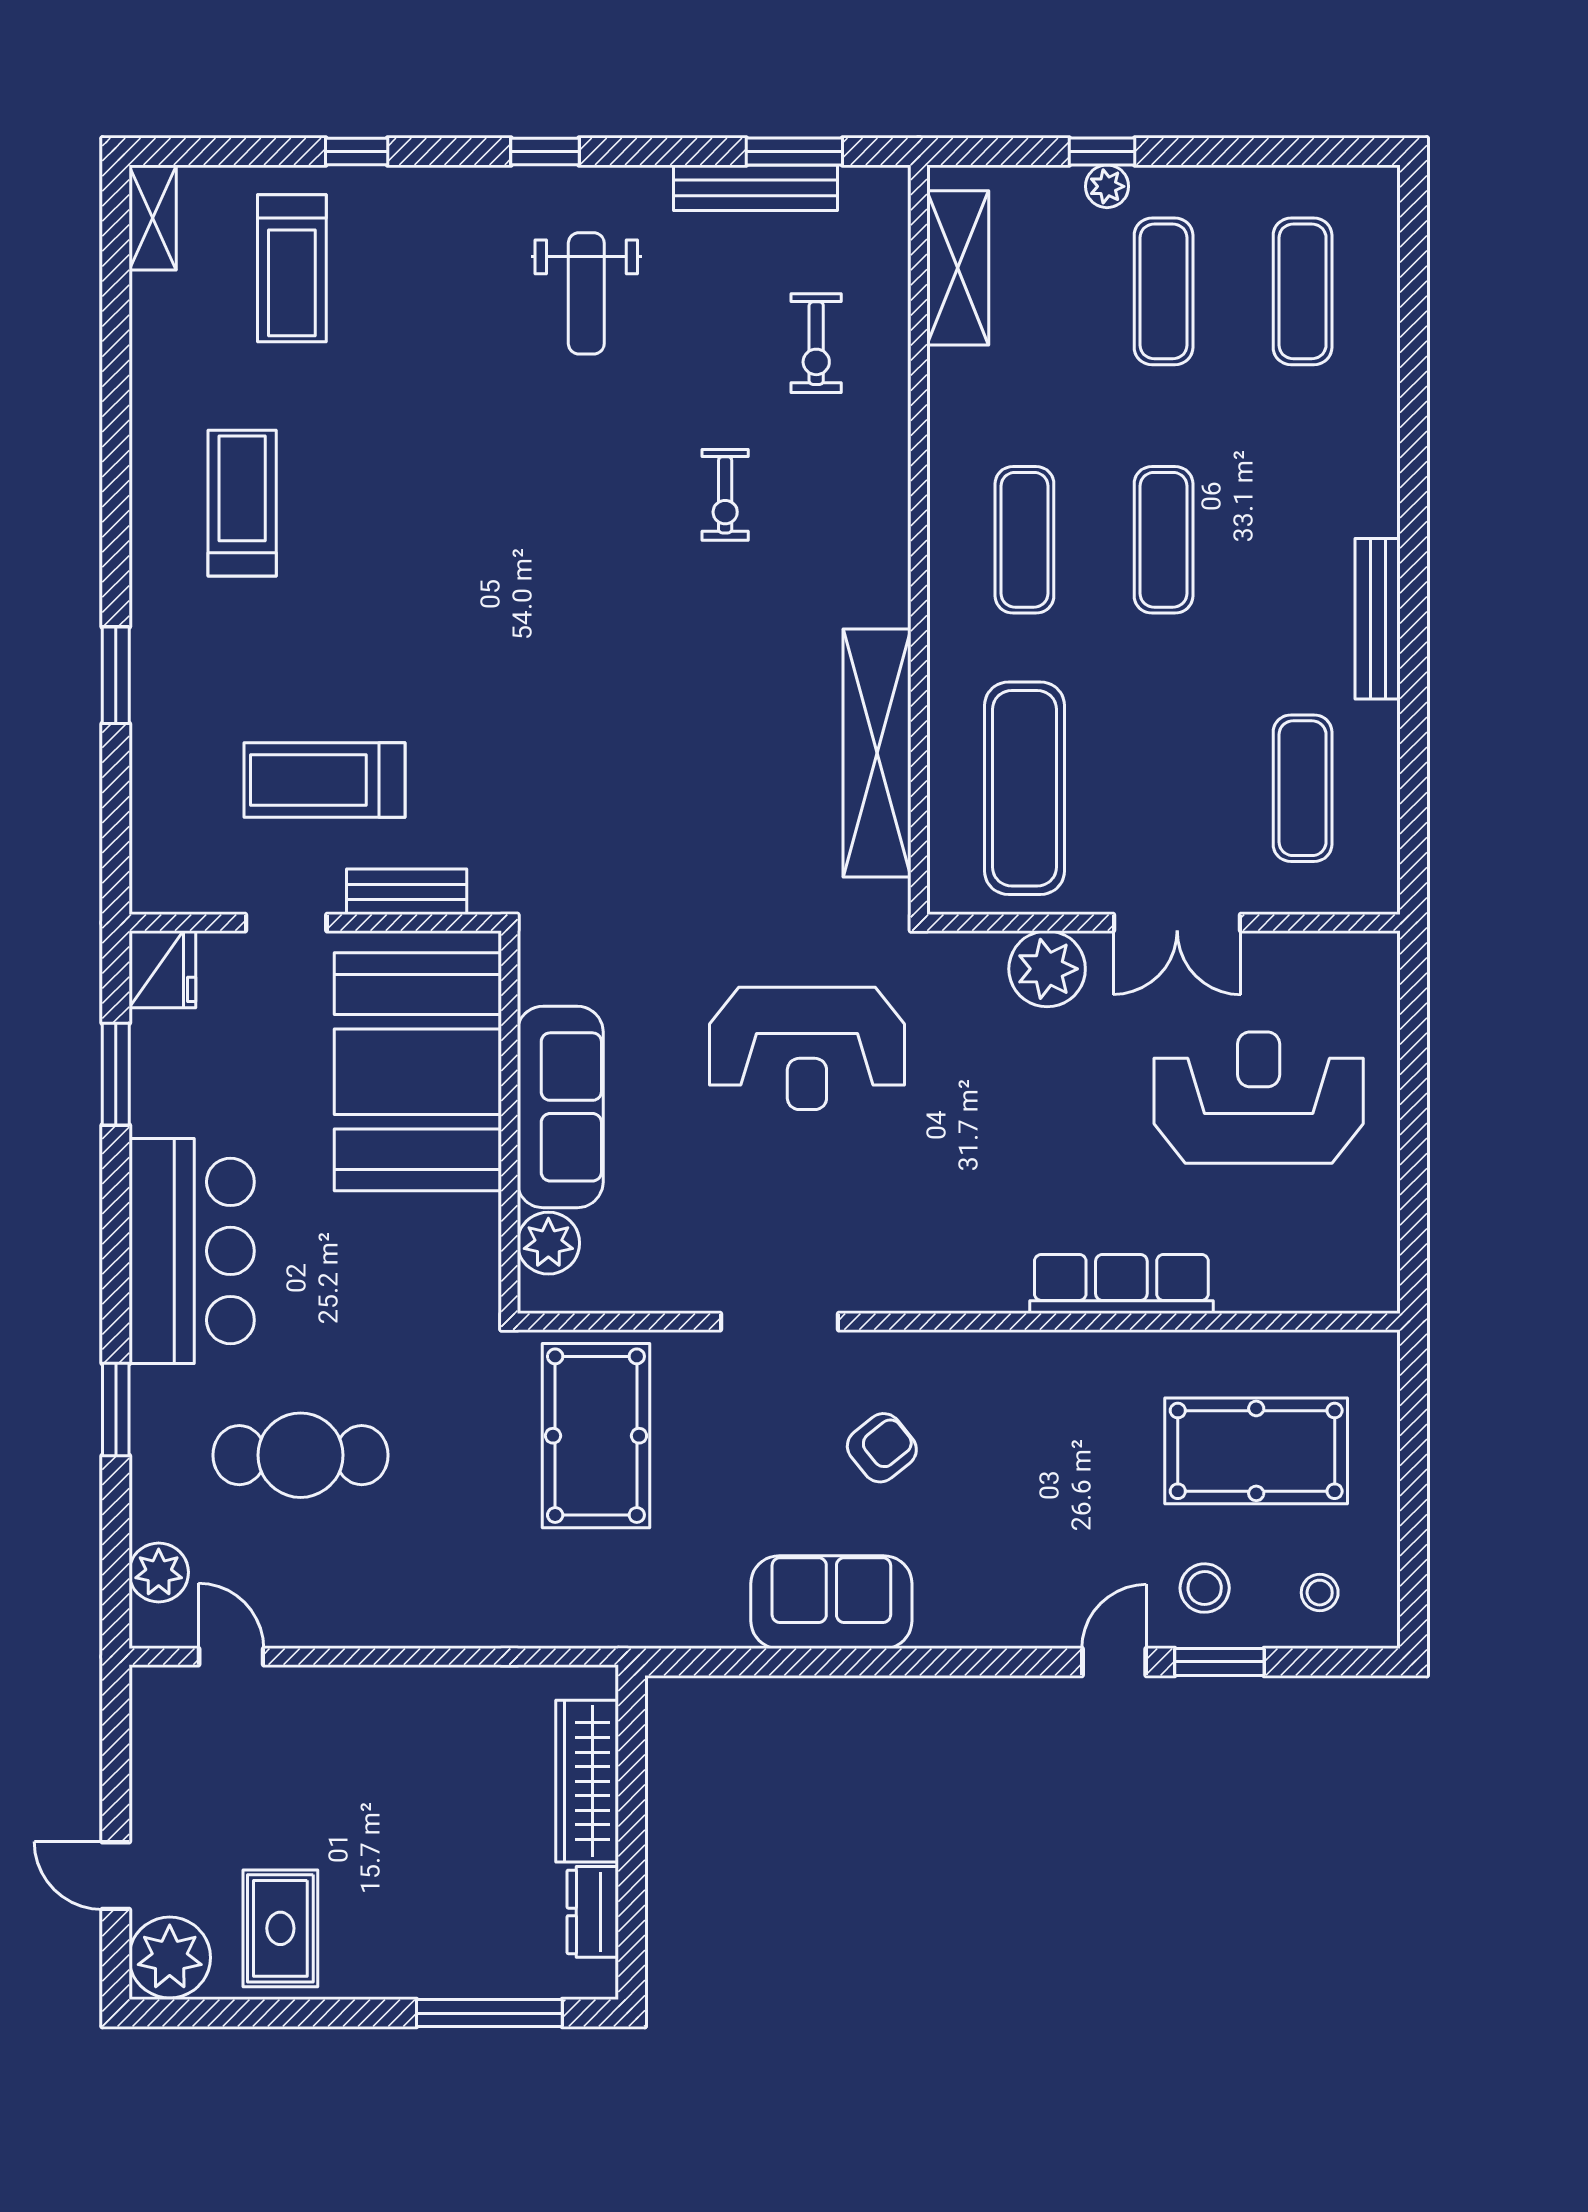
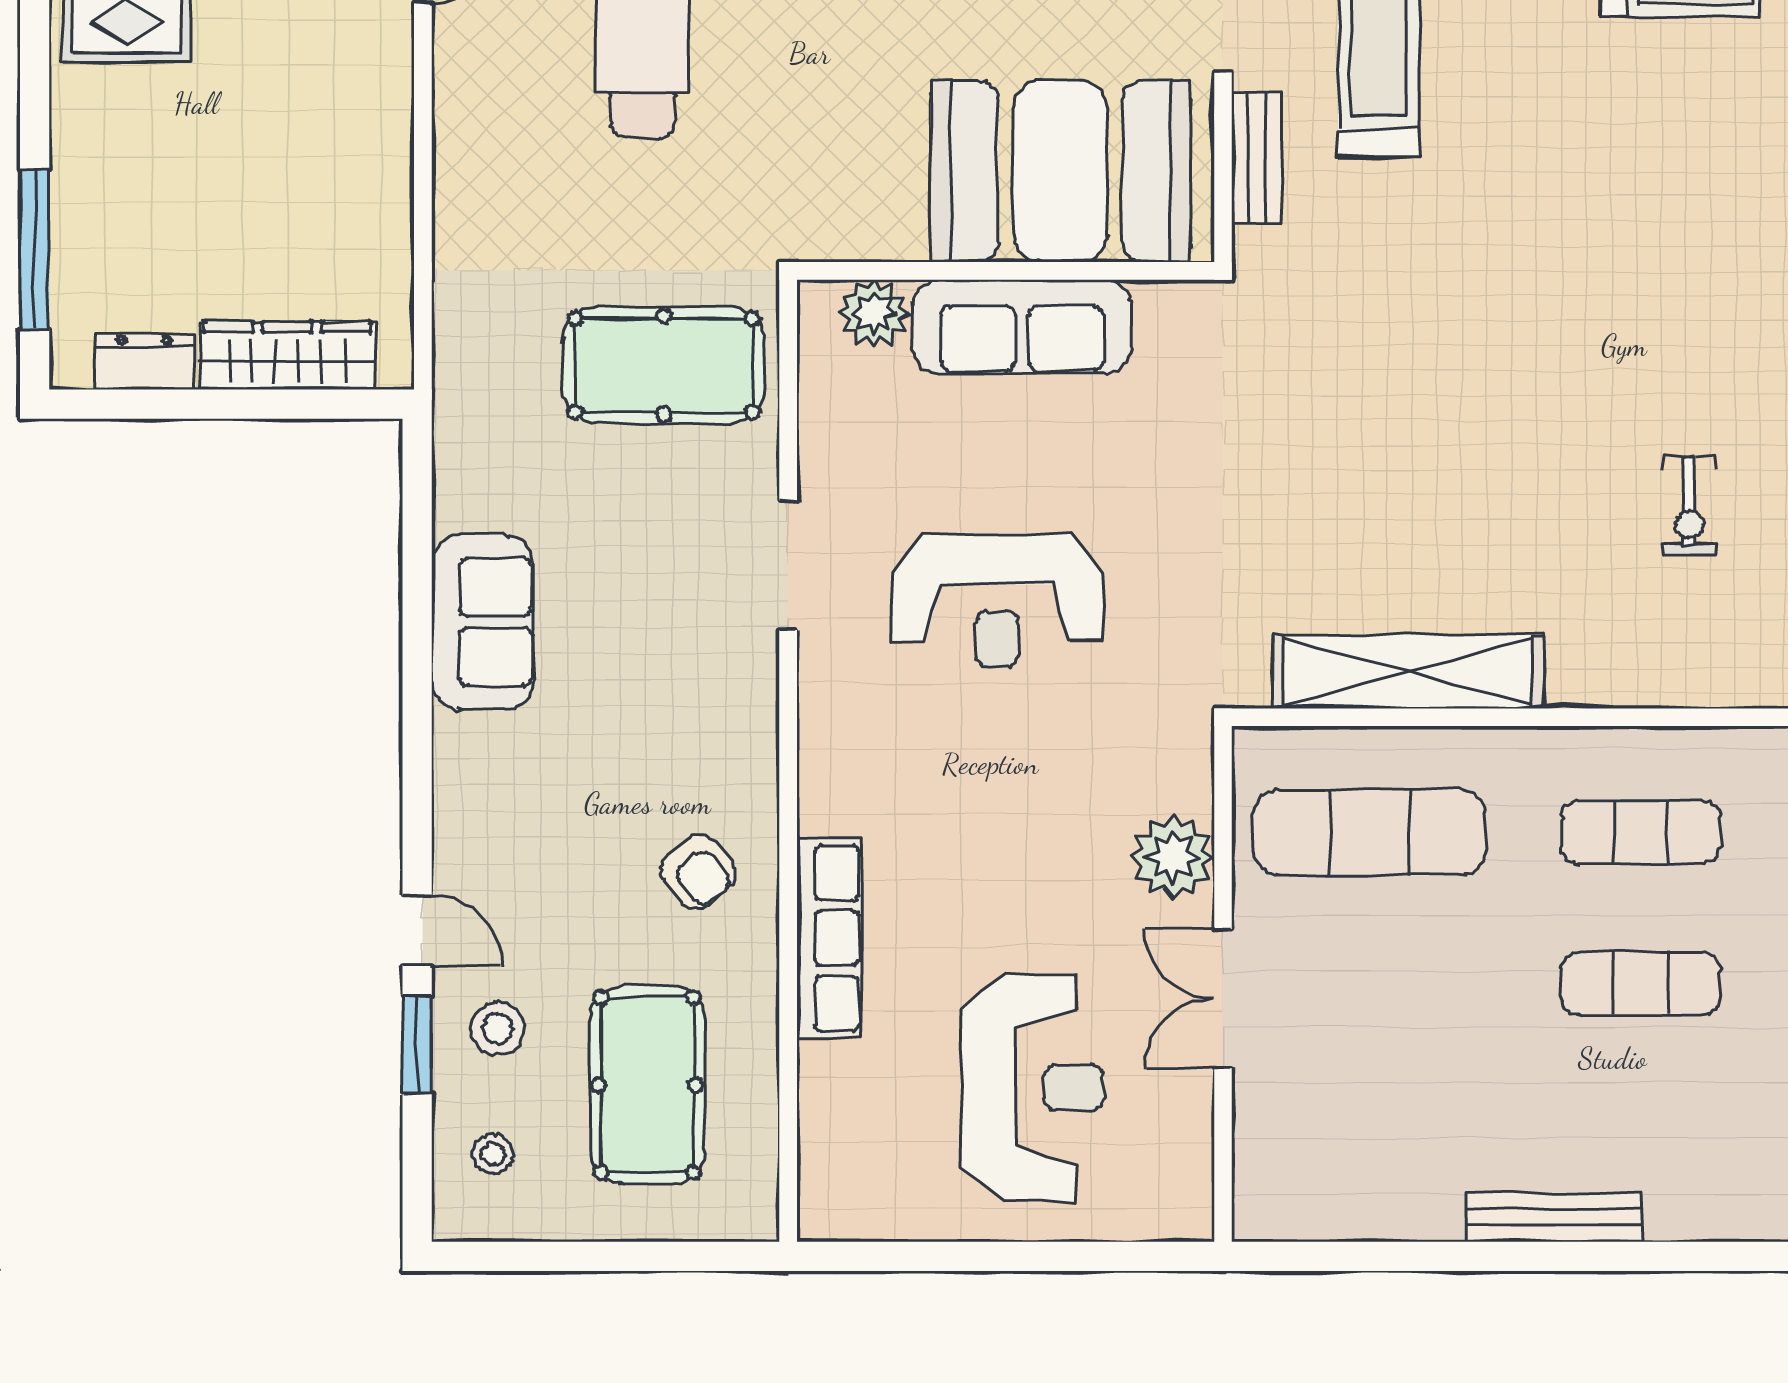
exercise bike: (725, 495) -> (1689, 506), turned -90
exercise mat: (1303, 788) -> (1370, 1136), removed
reception desk: (807, 1048) -> (997, 600), moved, turned -90
armchair: (882, 1448) -> (698, 872), moved

